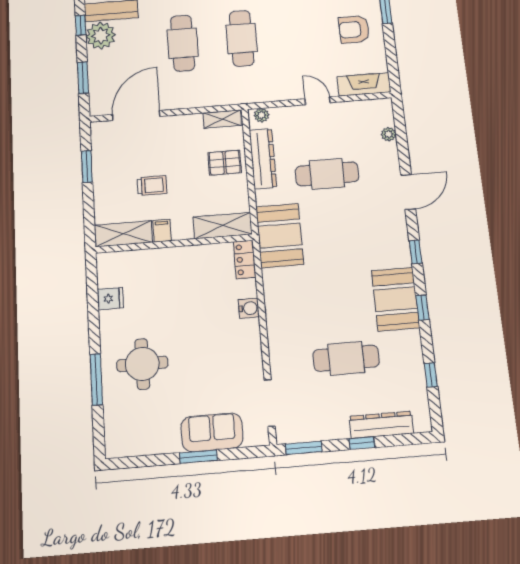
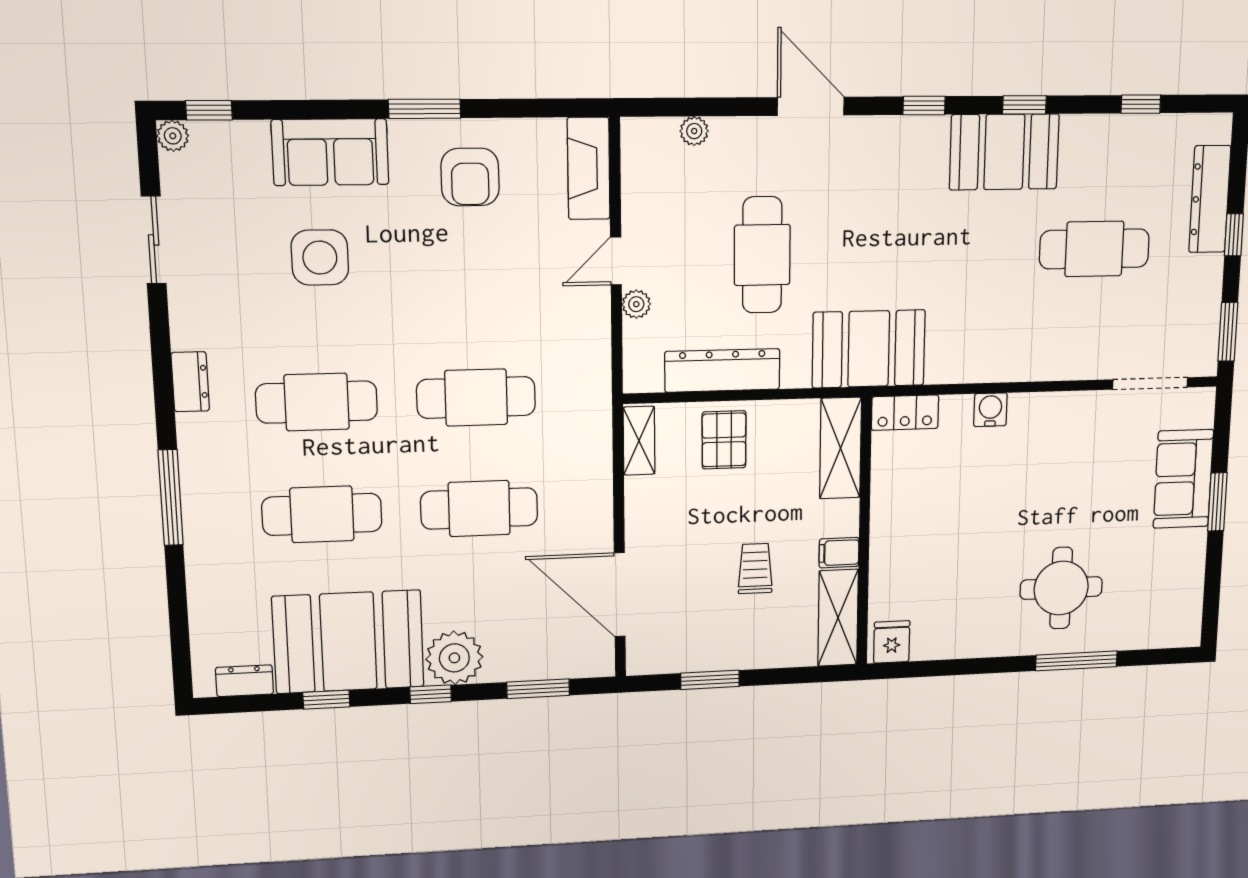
plant: (261, 115) -> (636, 304), moved
fridge: (110, 299) -> (892, 642), moved
cafe table: (346, 358) -> (1094, 249), turned 90

